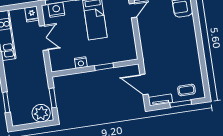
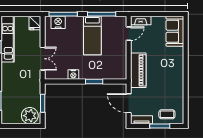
double door: (44, 38) -> (43, 59), moved
piano: (149, 48) -> (138, 70), added

